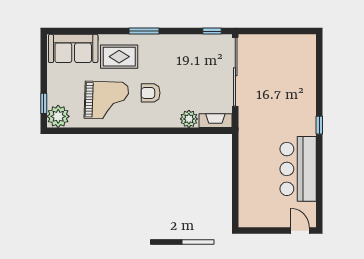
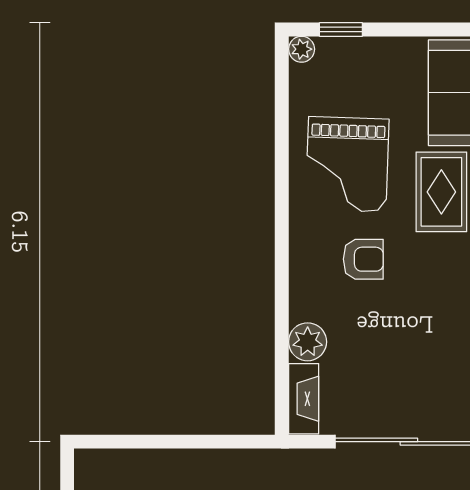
armchair: (151, 93) -> (363, 259), turned 90
plant: (58, 116) -> (302, 49), width x0.53, depth x0.53

